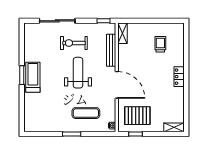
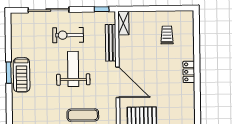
treadmill: (33, 77) -> (22, 75), turned 180

